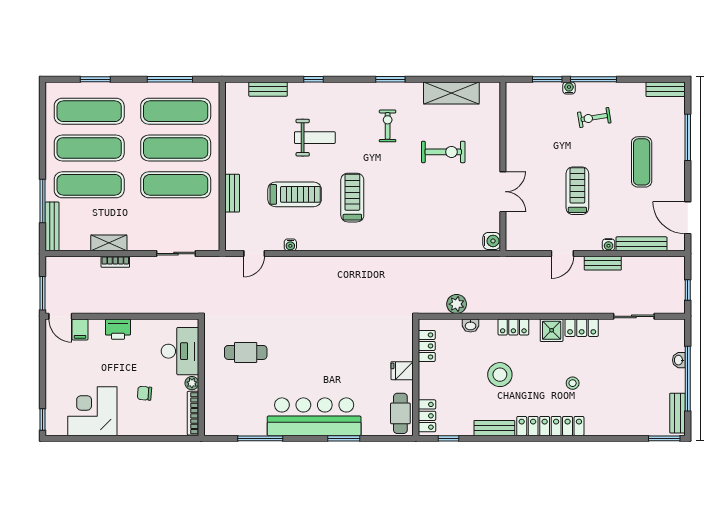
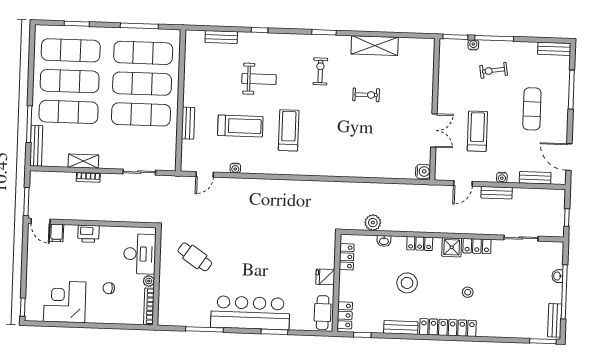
exercise bike: (443, 152) -> (366, 95), width x0.73, depth x0.72
wall: (503, 166) -> (435, 109), moved
double door: (503, 192) -> (434, 131), moved
water cooler: (492, 241) -> (423, 171), moved
bench: (641, 244) -> (535, 178), width x0.73
cafe table: (246, 352) -> (195, 257), turned 34

